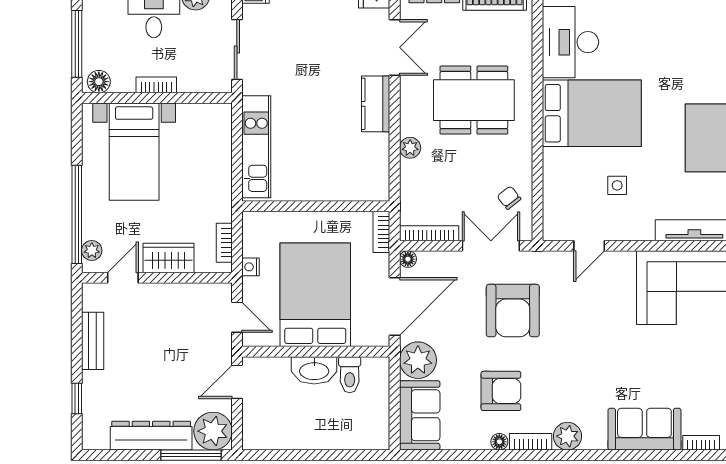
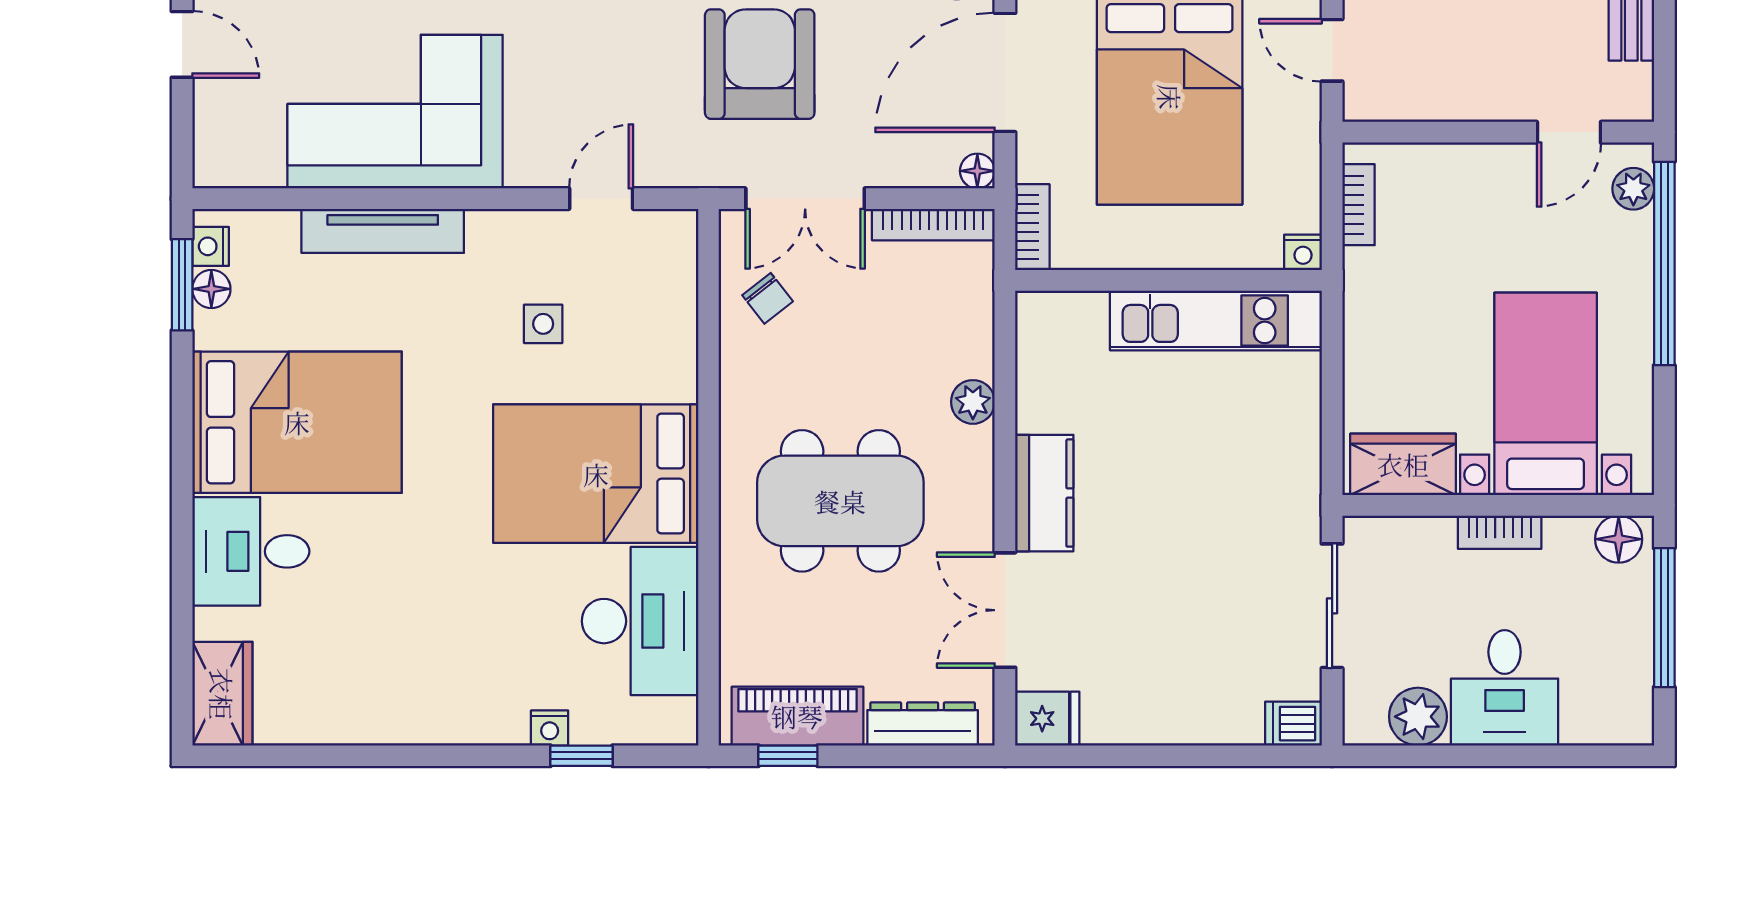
kitchen unit: (256, 147) -> (1216, 320), moved, turned -90
wardrobe: (169, 258) -> (1403, 464), moved, turned 180
nightstand: (250, 267) -> (1303, 252), moved, turned 90

